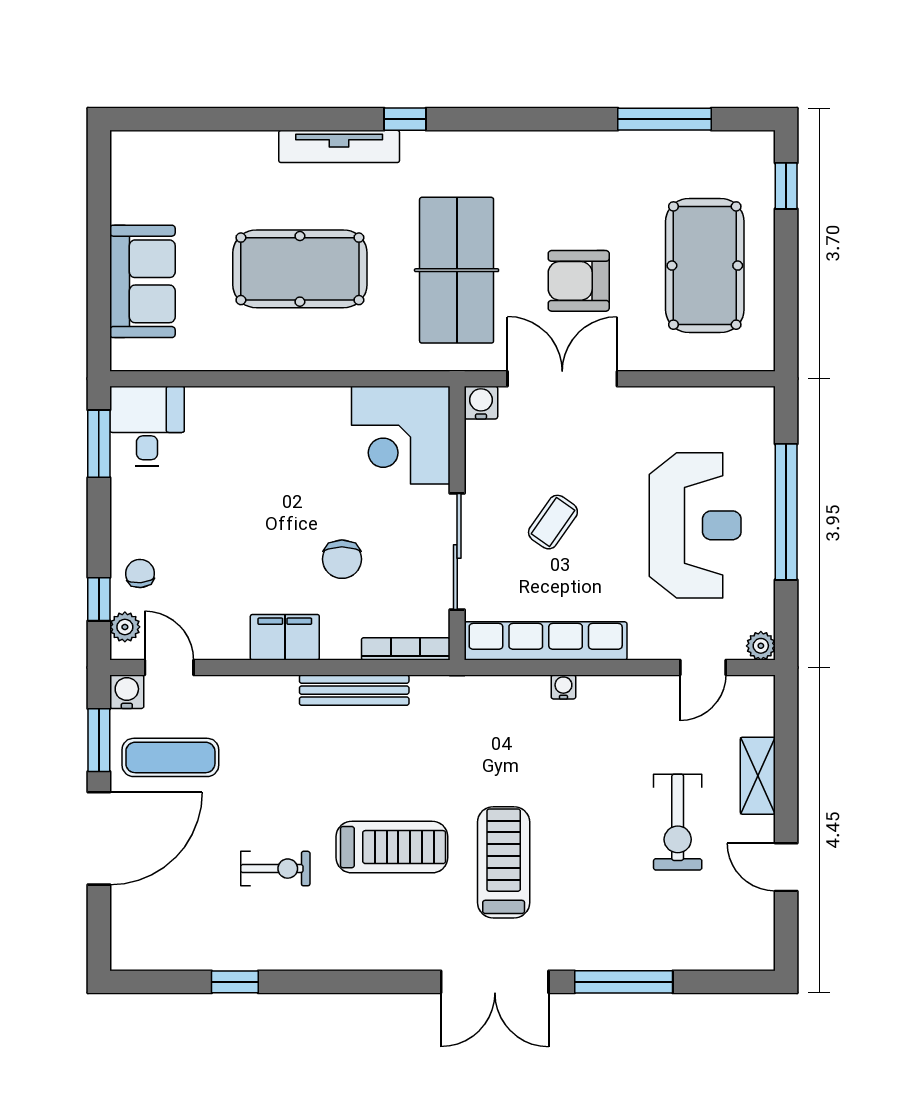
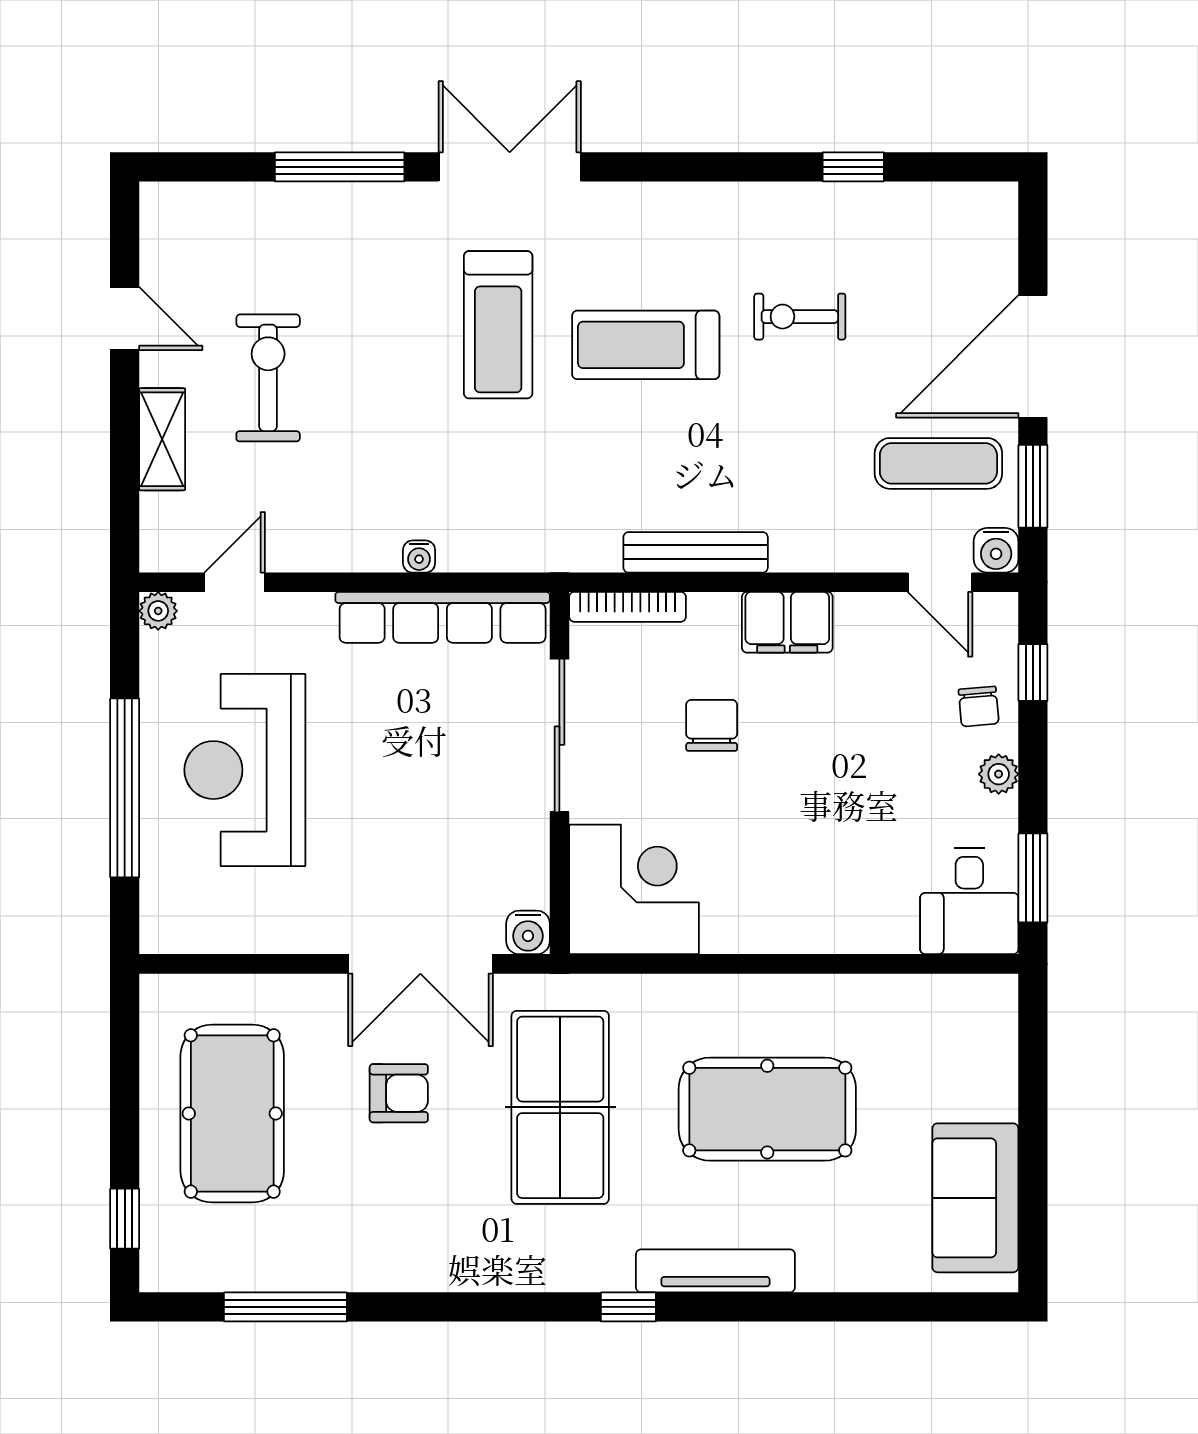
sofa: (142, 281) -> (975, 1198), moved
armchair: (579, 281) -> (399, 1093), width x0.72, depth x0.72
coffee table: (553, 522) -> (433, 774), removed
plant: (125, 627) -> (999, 774), moved

